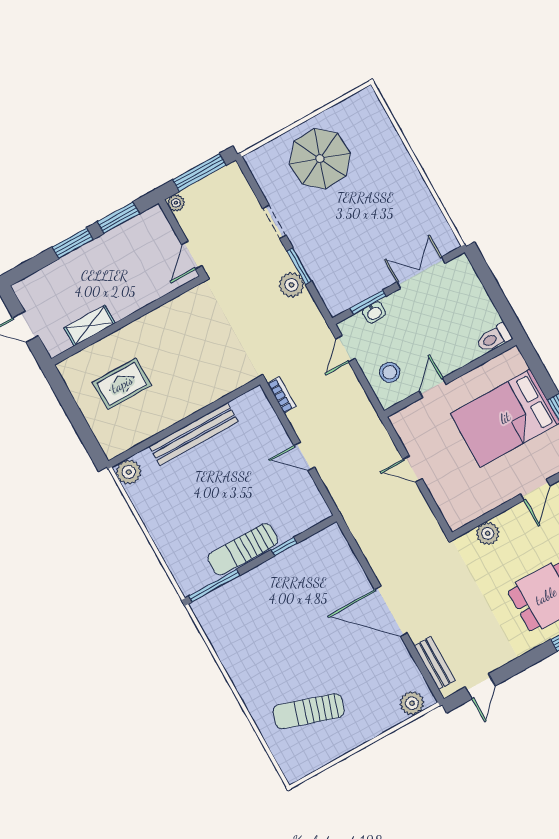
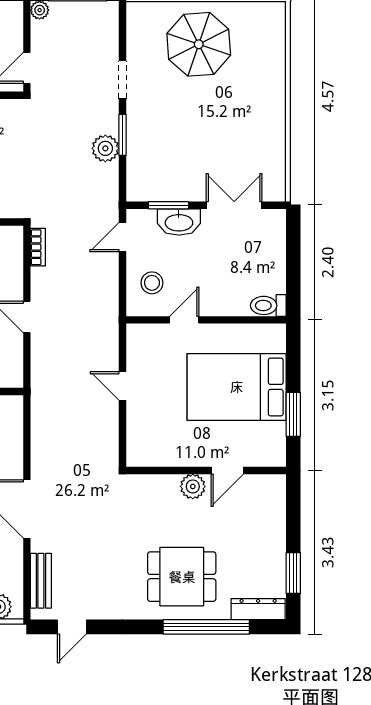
washbasin: (374, 312) -> (179, 222), width x1.91, depth x1.45
plant: (488, 533) -> (193, 486), moved

